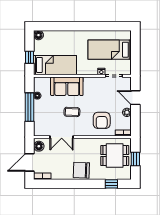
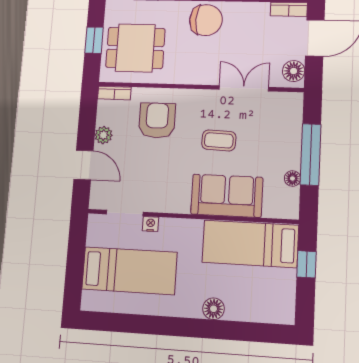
floor lamp: (38, 35) -> (213, 309), moved

